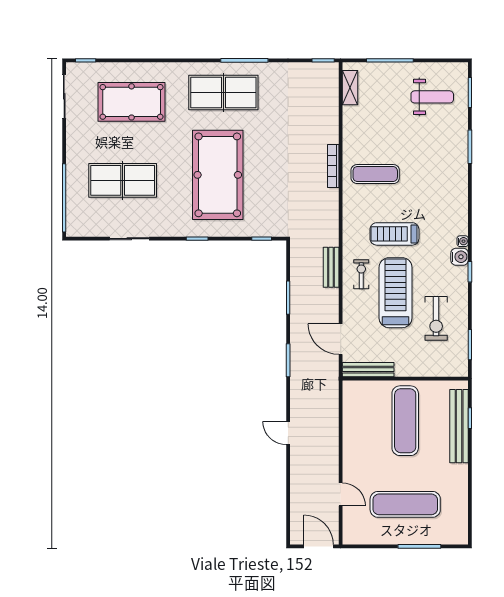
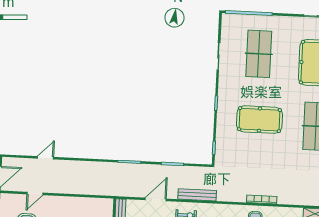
pool table: (218, 175) -> (259, 120), width x0.73, depth x0.76
bench: (331, 267) -> (197, 195), width x1.36
door: (341, 339) -> (156, 199), moved
door: (288, 433) -> (45, 158), moved

